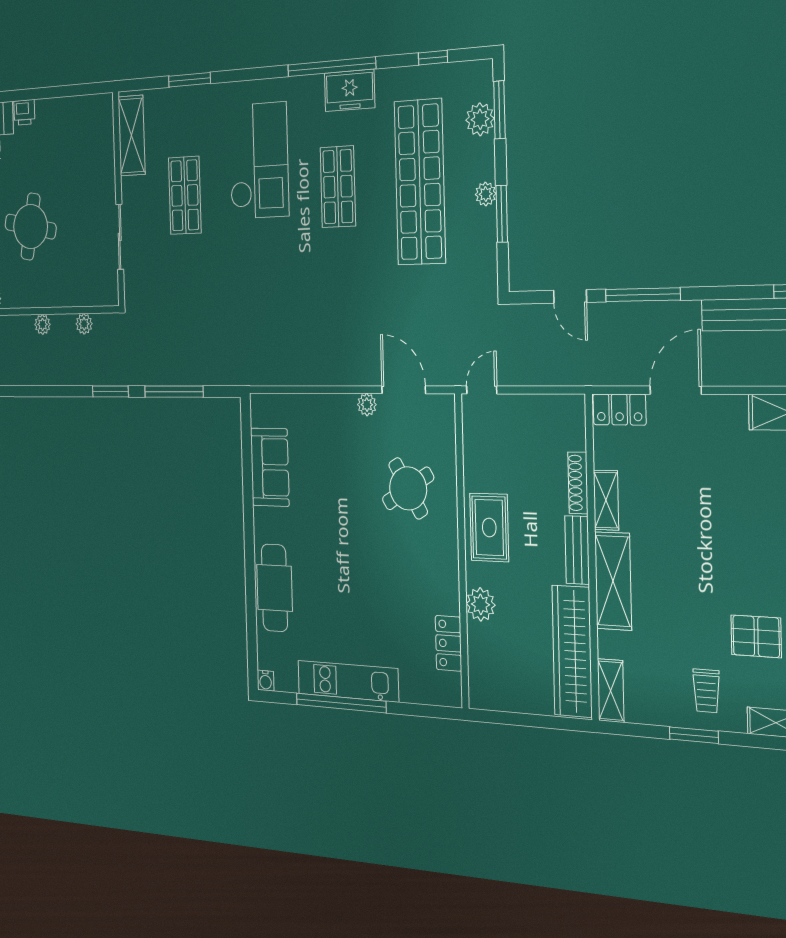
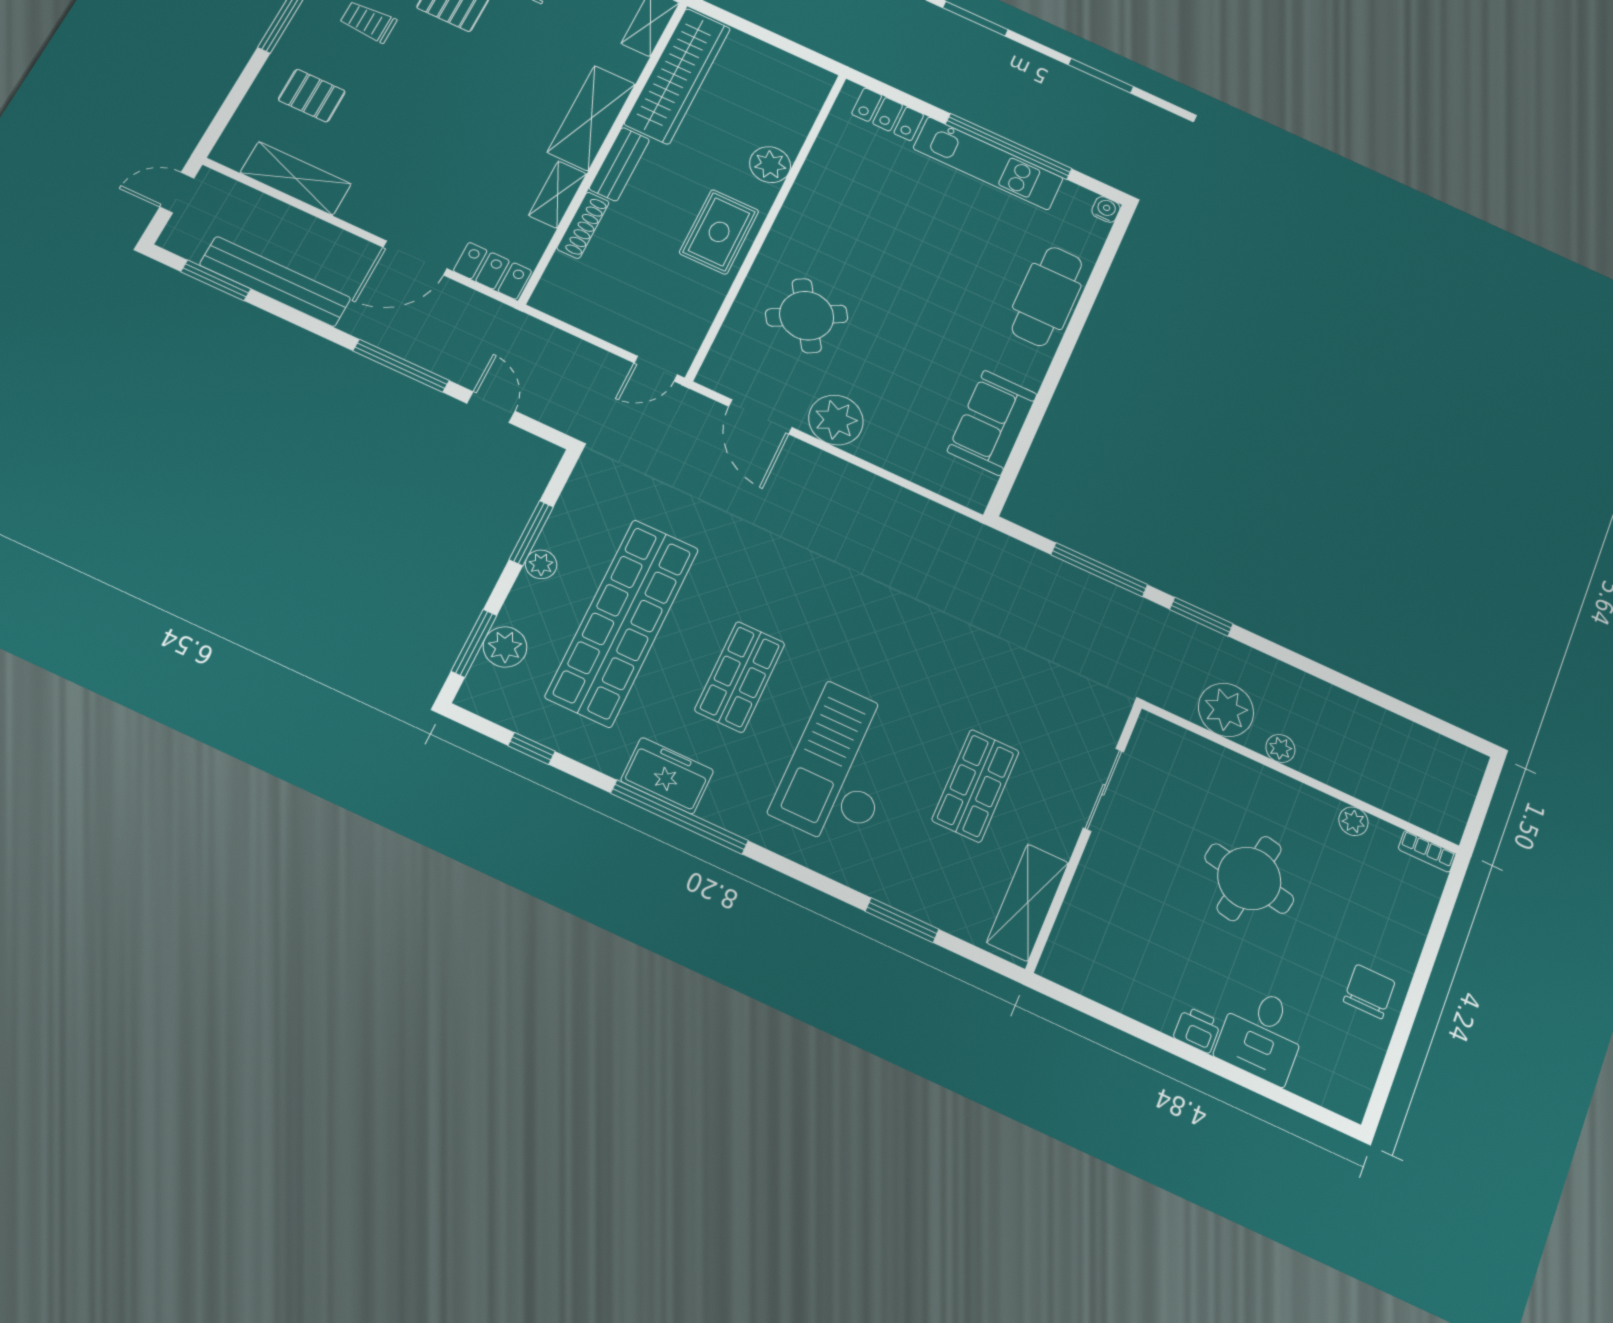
plant: (84, 324) -> (1226, 710), width x1.87, depth x1.87
plant: (367, 405) -> (836, 420), width x1.88, depth x1.88
locker: (448, 643) -> (888, 114), moved, turned 90

